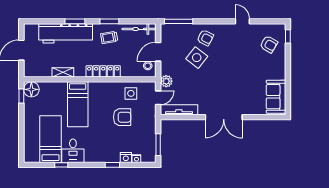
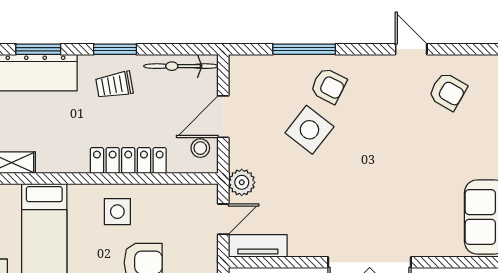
window: (179, 21) -> (304, 49), moved
armchair: (269, 44) -> (448, 91), moved
locker: (103, 71) -> (128, 160), moved
side table: (131, 93) -> (117, 212), moved
tv unit: (179, 110) -> (258, 246), width x0.71

